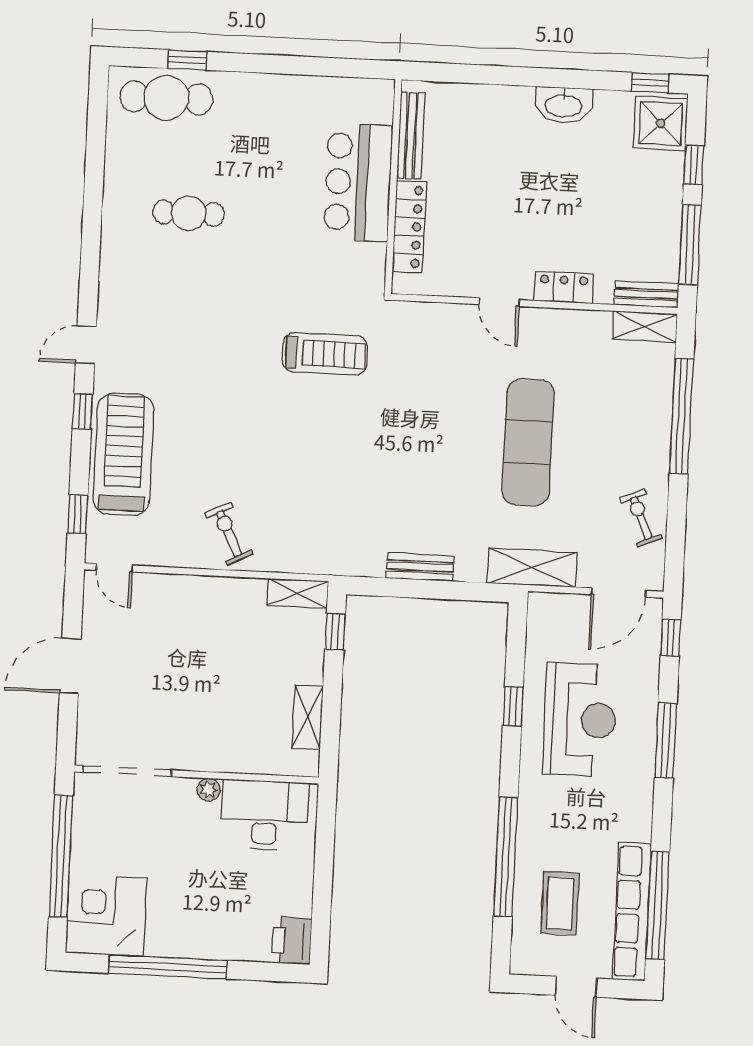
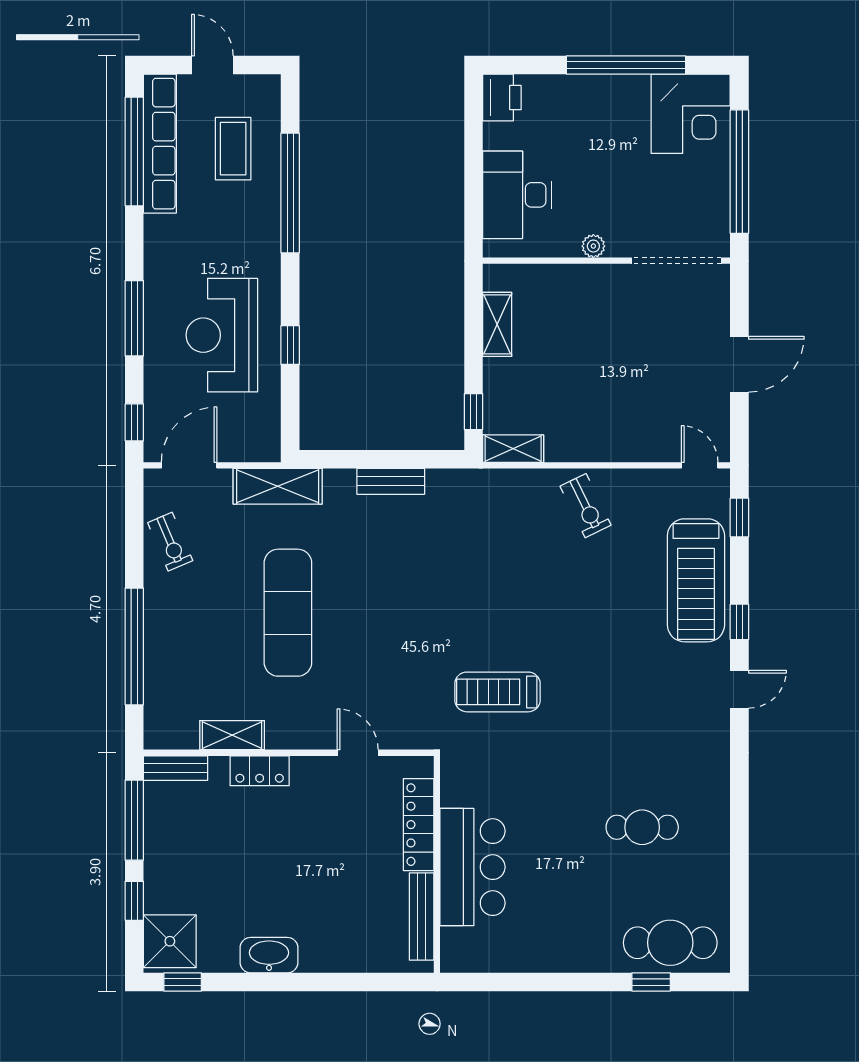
door: (499, 302) -> (358, 753), moved
shelving: (645, 327) -> (232, 735), moved
desk: (265, 815) -> (517, 195), moved, turned 90

